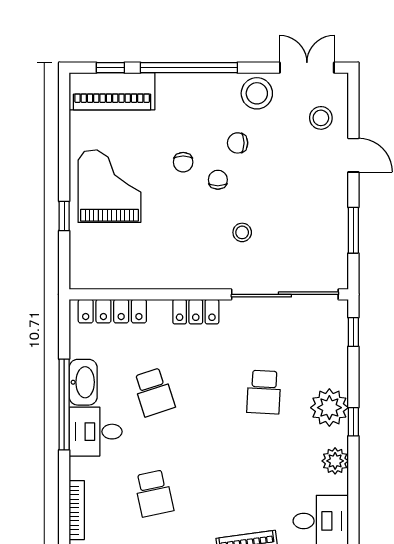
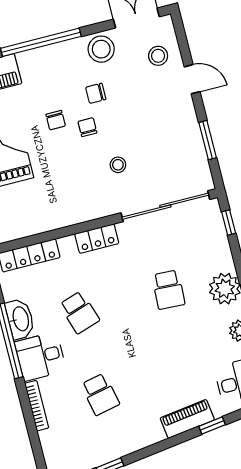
bookcase: (77, 510) -> (37, 406), moved

